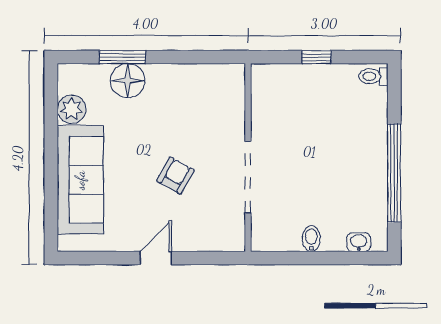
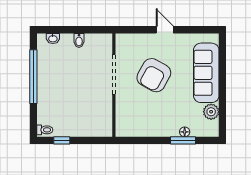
window: (316, 57) -> (62, 140), moved
floor lamp: (128, 81) -> (185, 132), width x0.53, depth x0.53
armchair: (175, 176) -> (154, 75), width x1.88, depth x1.88
door: (156, 258) -> (165, 30), swing flipped

